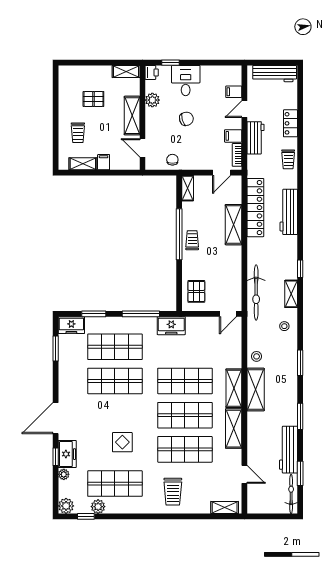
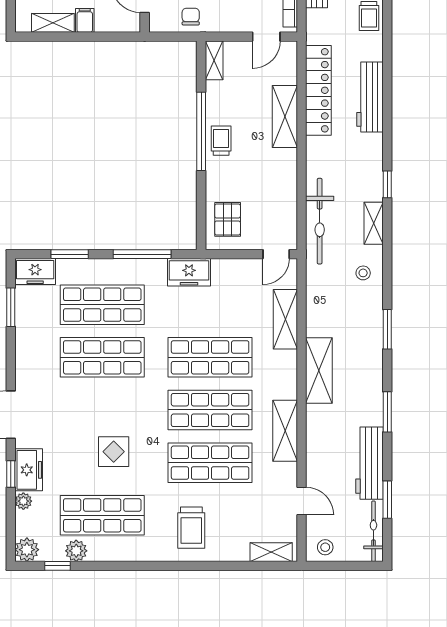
stool: (257, 356) -> (325, 547), moved
shelving: (234, 388) -> (285, 319), moved

